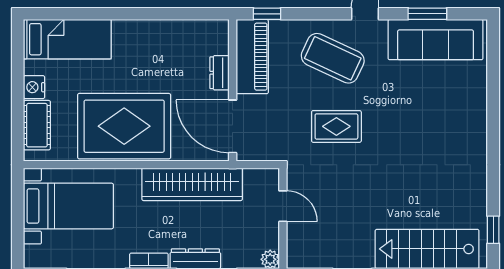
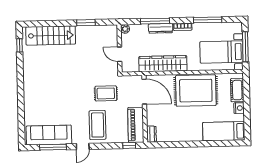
window: (427, 14) -> (53, 147), width x1.44
coffee table: (333, 58) -> (98, 125), turned 65
dresser: (219, 73) -> (152, 134), moved
rug: (336, 126) -> (106, 93), moved
window: (18, 216) -> (245, 47), added

